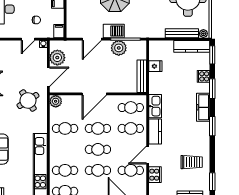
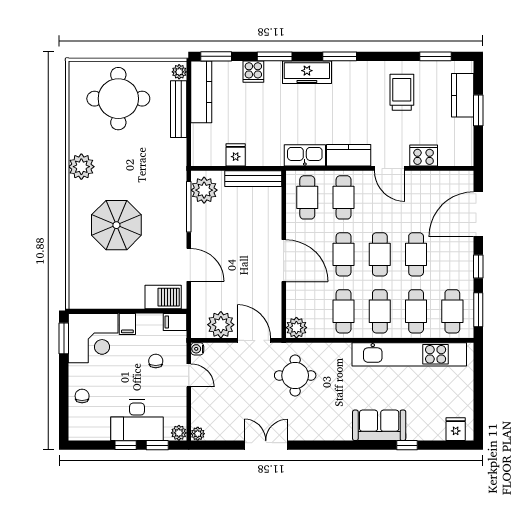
barbecue: (114, 31) -> (163, 297), moved, turned 90
plant: (119, 48) -> (204, 190), moved
round table: (28, 101) -> (295, 375), turned 33
cafe table: (131, 170) -> (380, 311), moved

